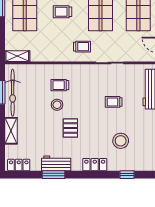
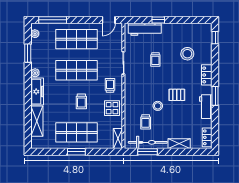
display table: (54, 49) -> (112, 108), added
trolley: (60, 85) -> (146, 122), moved
window: (54, 175) -> (215, 96), moved
window: (127, 175) -> (215, 38), moved

